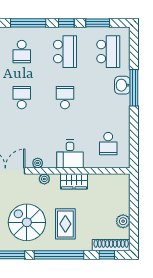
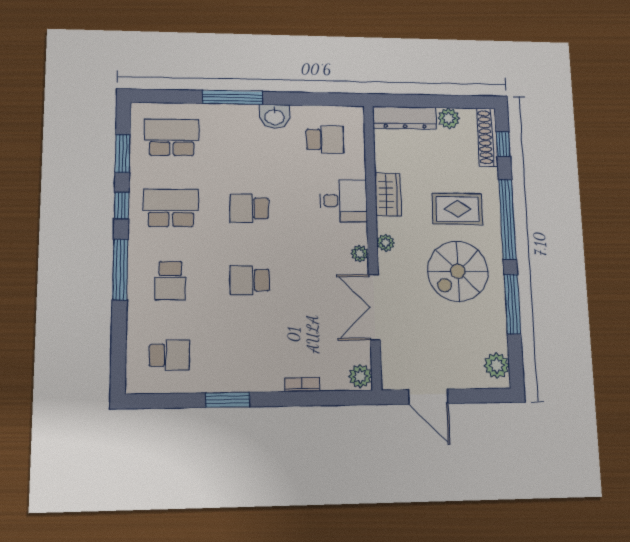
school desk: (22, 52) -> (170, 280), turned 90
washbasin: (122, 85) -> (275, 116), moved
dresser: (123, 193) -> (405, 118), added

